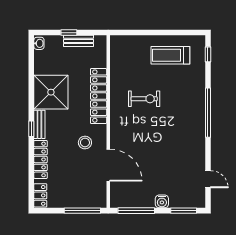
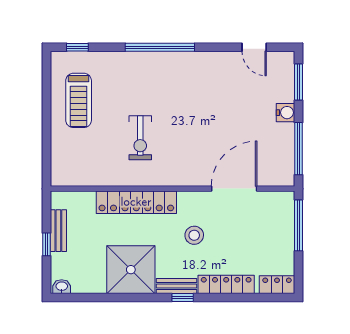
exercise bike: (144, 99) -> (140, 138), turned 180
stool: (85, 142) -> (194, 235), moved
door: (208, 179) -> (254, 47), swing flipped

